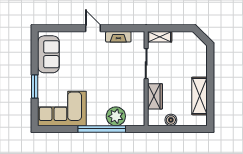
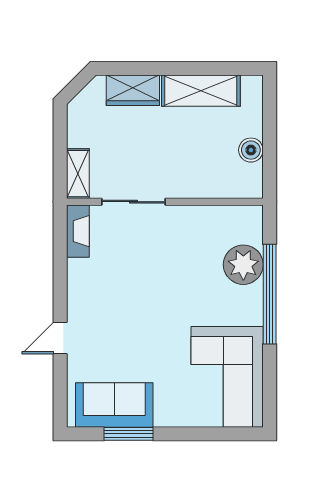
door: (93, 28) -> (60, 338), moved
fireplace: (118, 37) -> (78, 231), moved
window: (35, 86) -> (128, 434), moved
wardrobe: (155, 96) -> (133, 90), moved, turned 180

